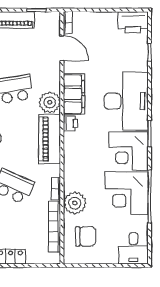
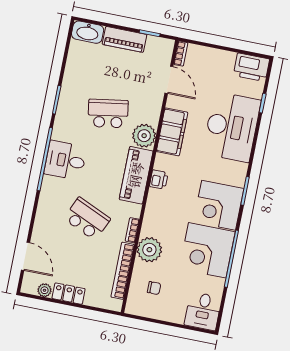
desk: (126, 101) -> (232, 127), moved
printer: (71, 123) -> (159, 180), moved
chair: (86, 236) -> (154, 288), width x0.54, depth x0.54

